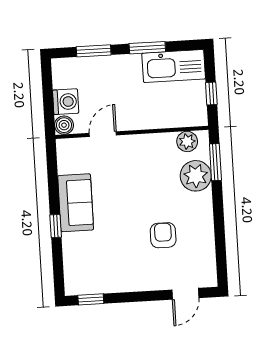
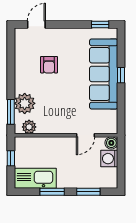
sofa: (76, 203) -> (104, 74), width x1.85, depth x1.27

